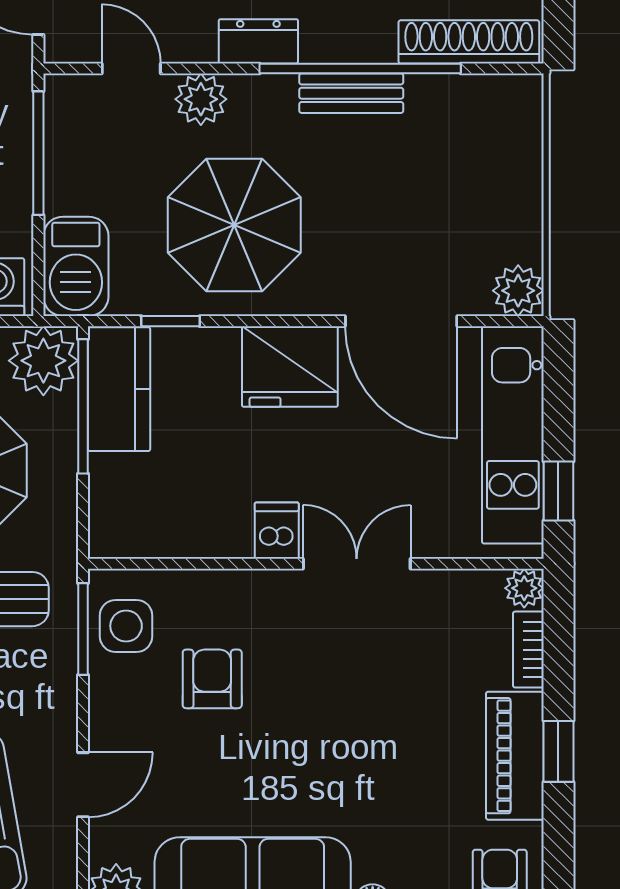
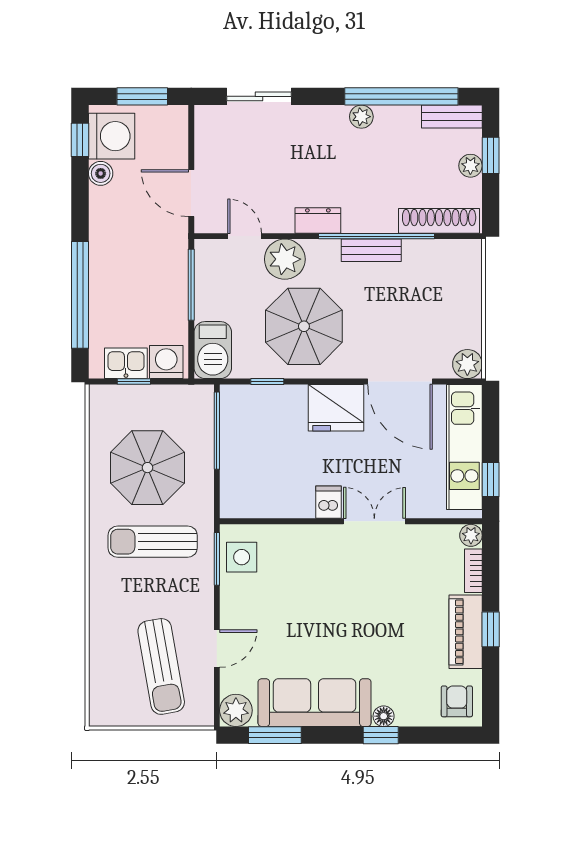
plant: (201, 99) -> (285, 259), width x1.36, depth x1.36
plant: (43, 361) -> (194, 404), removed
kitchen counter: (119, 389) -> (238, 421), removed
armchair: (212, 679) -> (291, 588), removed

